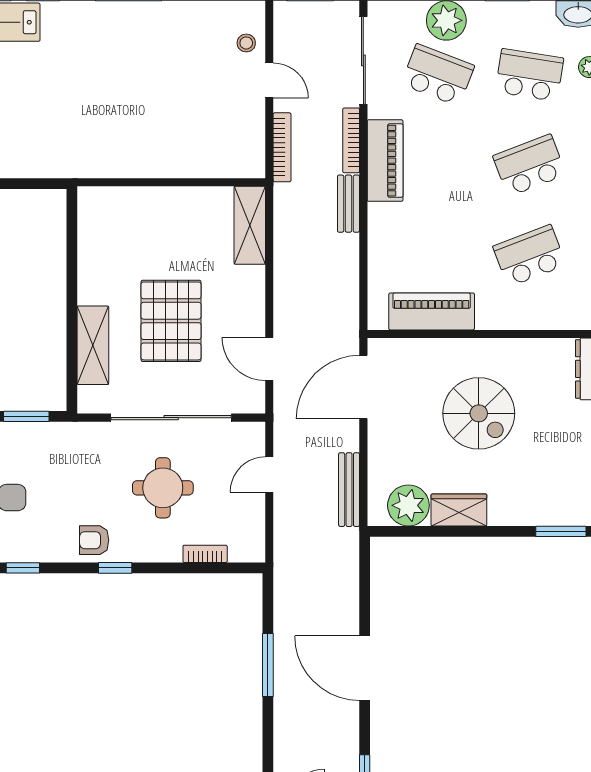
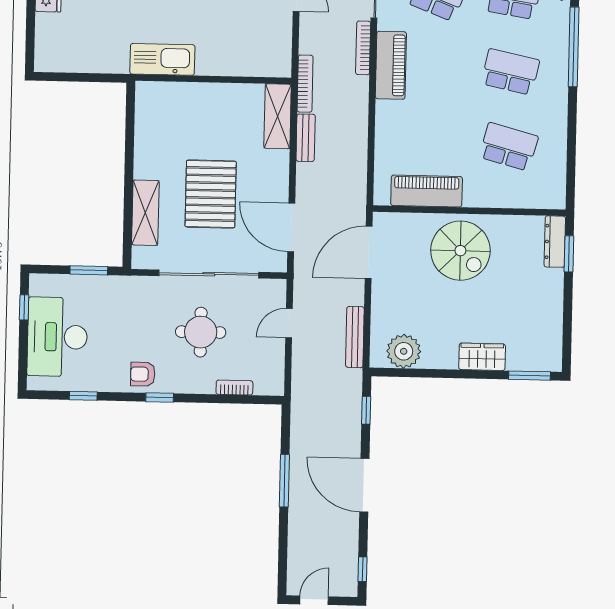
bookcase: (282, 147) -> (305, 84), moved
kitchen sink: (109, 160) -> (162, 59), added
school desk: (529, 165) -> (510, 72), turned 33
bench: (348, 204) -> (306, 138), moved
school desk: (529, 256) -> (509, 147), turned 36
door: (269, 359) -> (291, 227), width x1.36
spiral stairs: (479, 413) -> (460, 251), moved
wardrobe: (459, 510) -> (482, 357), moved
window: (365, 578) -> (366, 410), added

